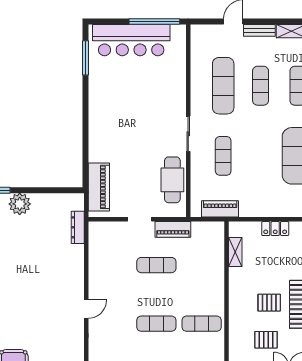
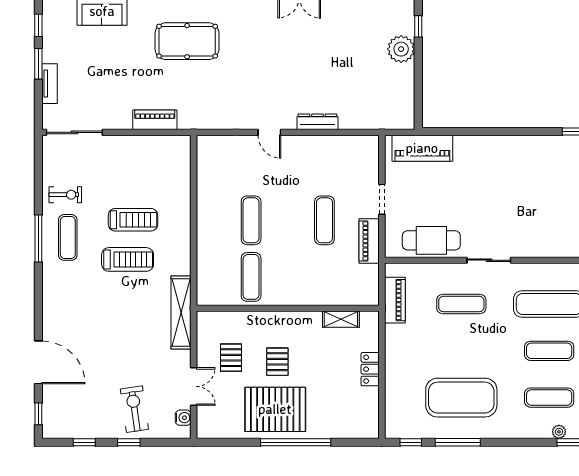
dresser: (78, 227) -> (317, 122), moved

